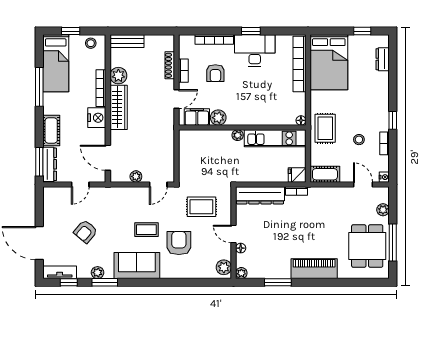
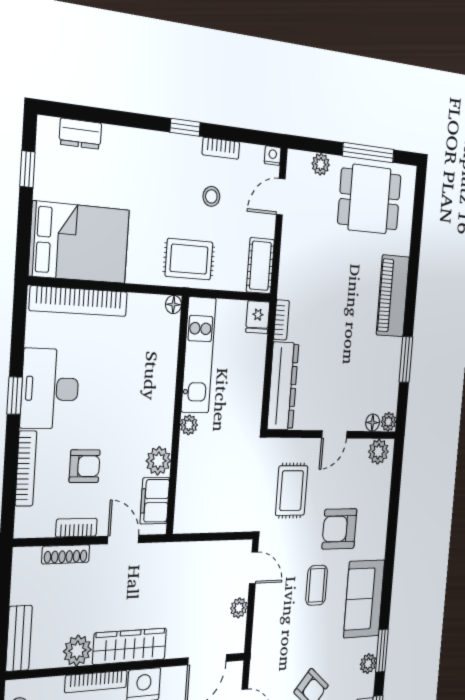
floor lamp: (241, 248) -> (373, 423), moved

